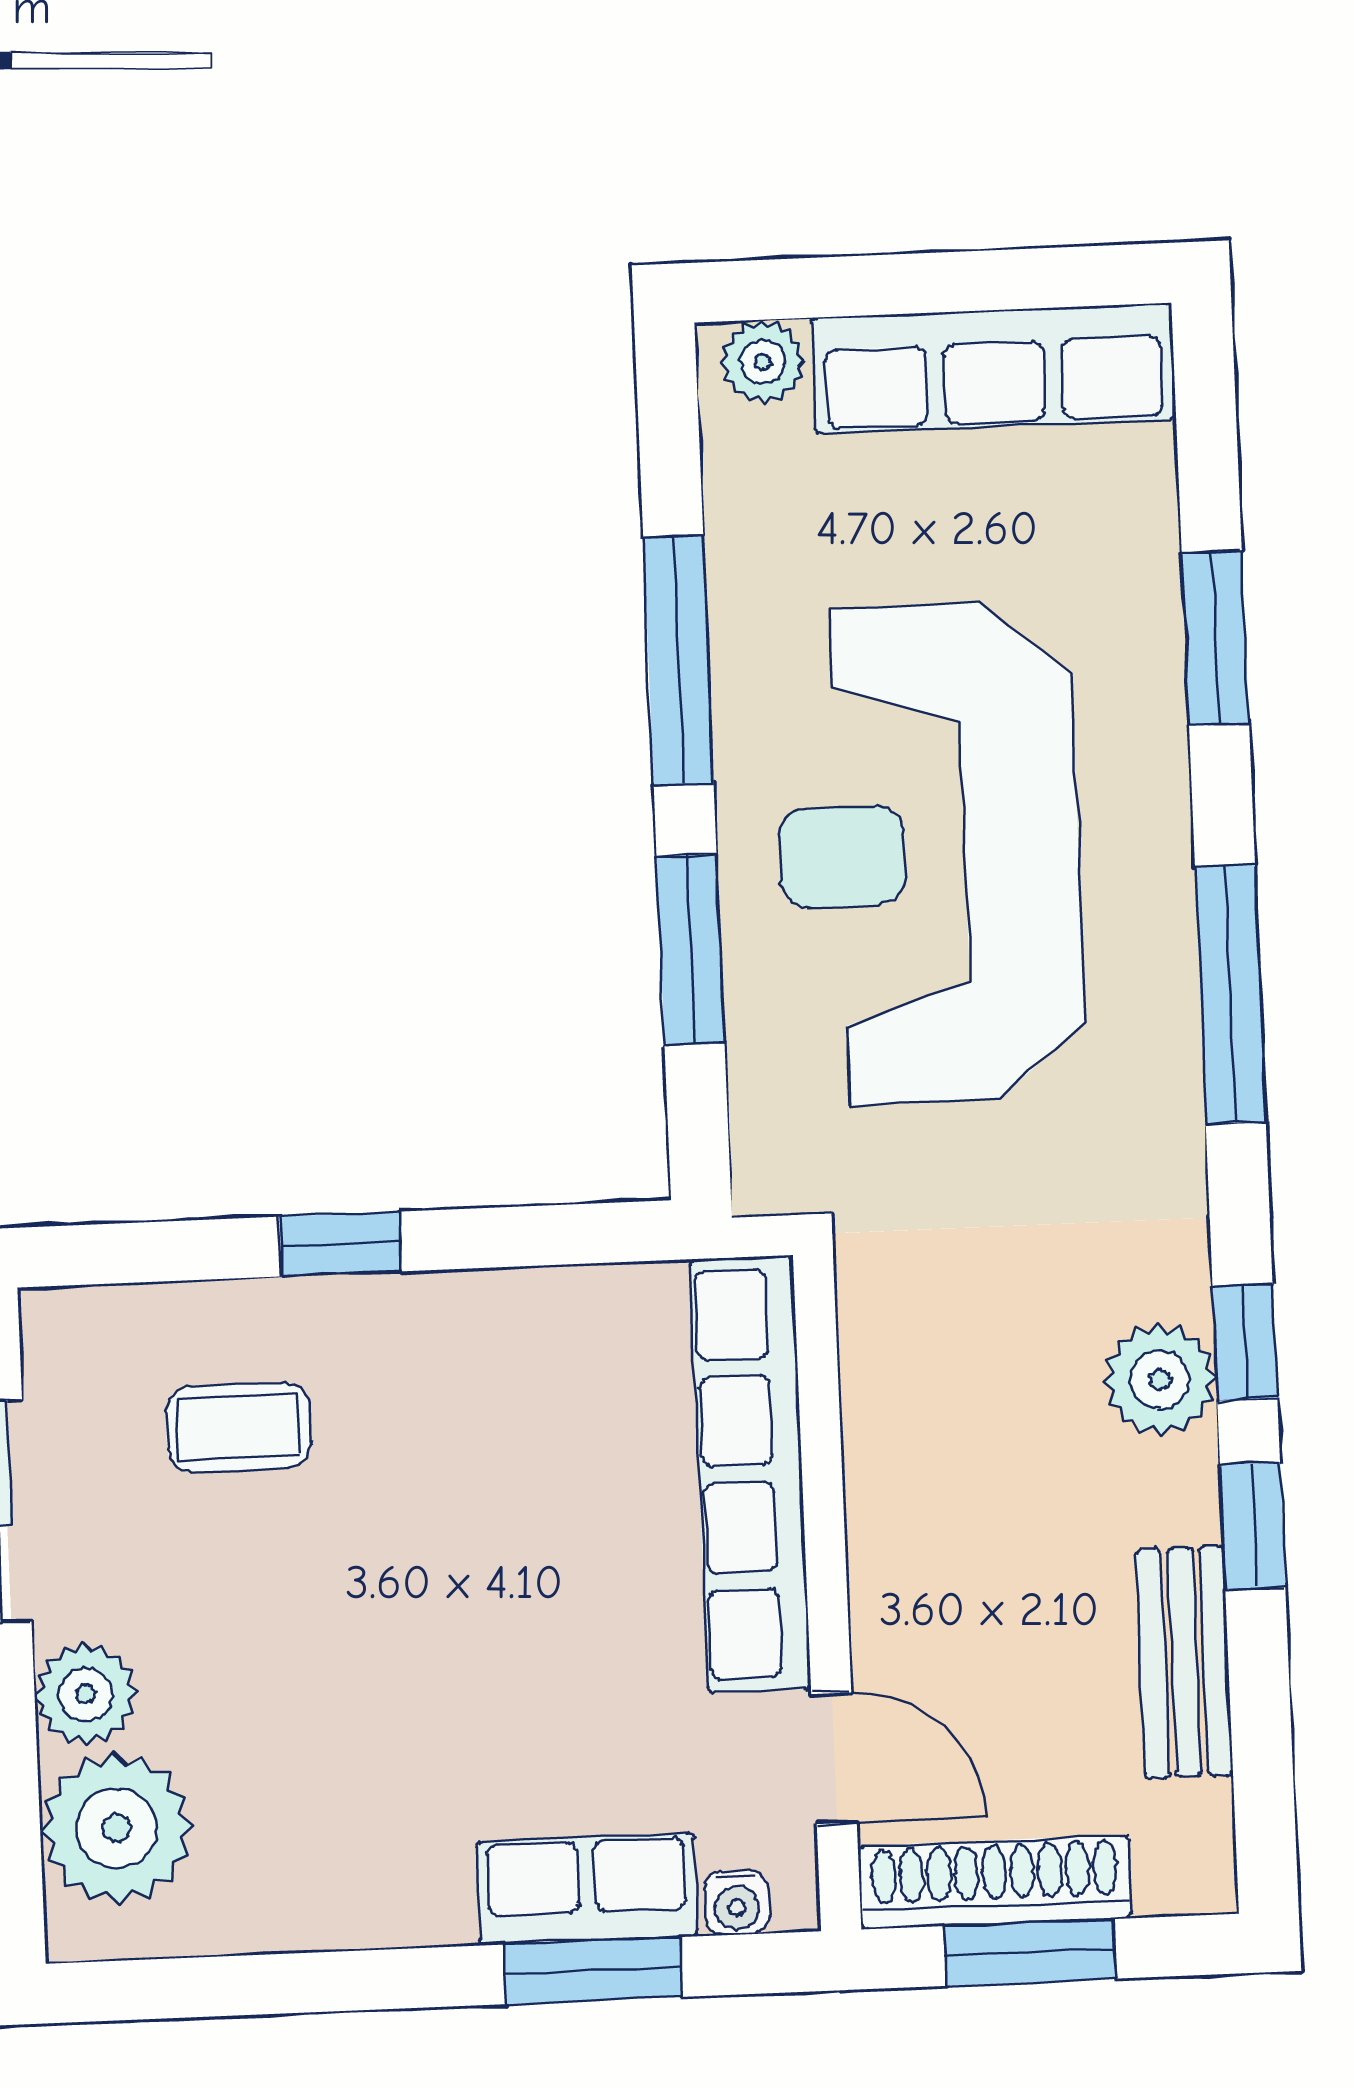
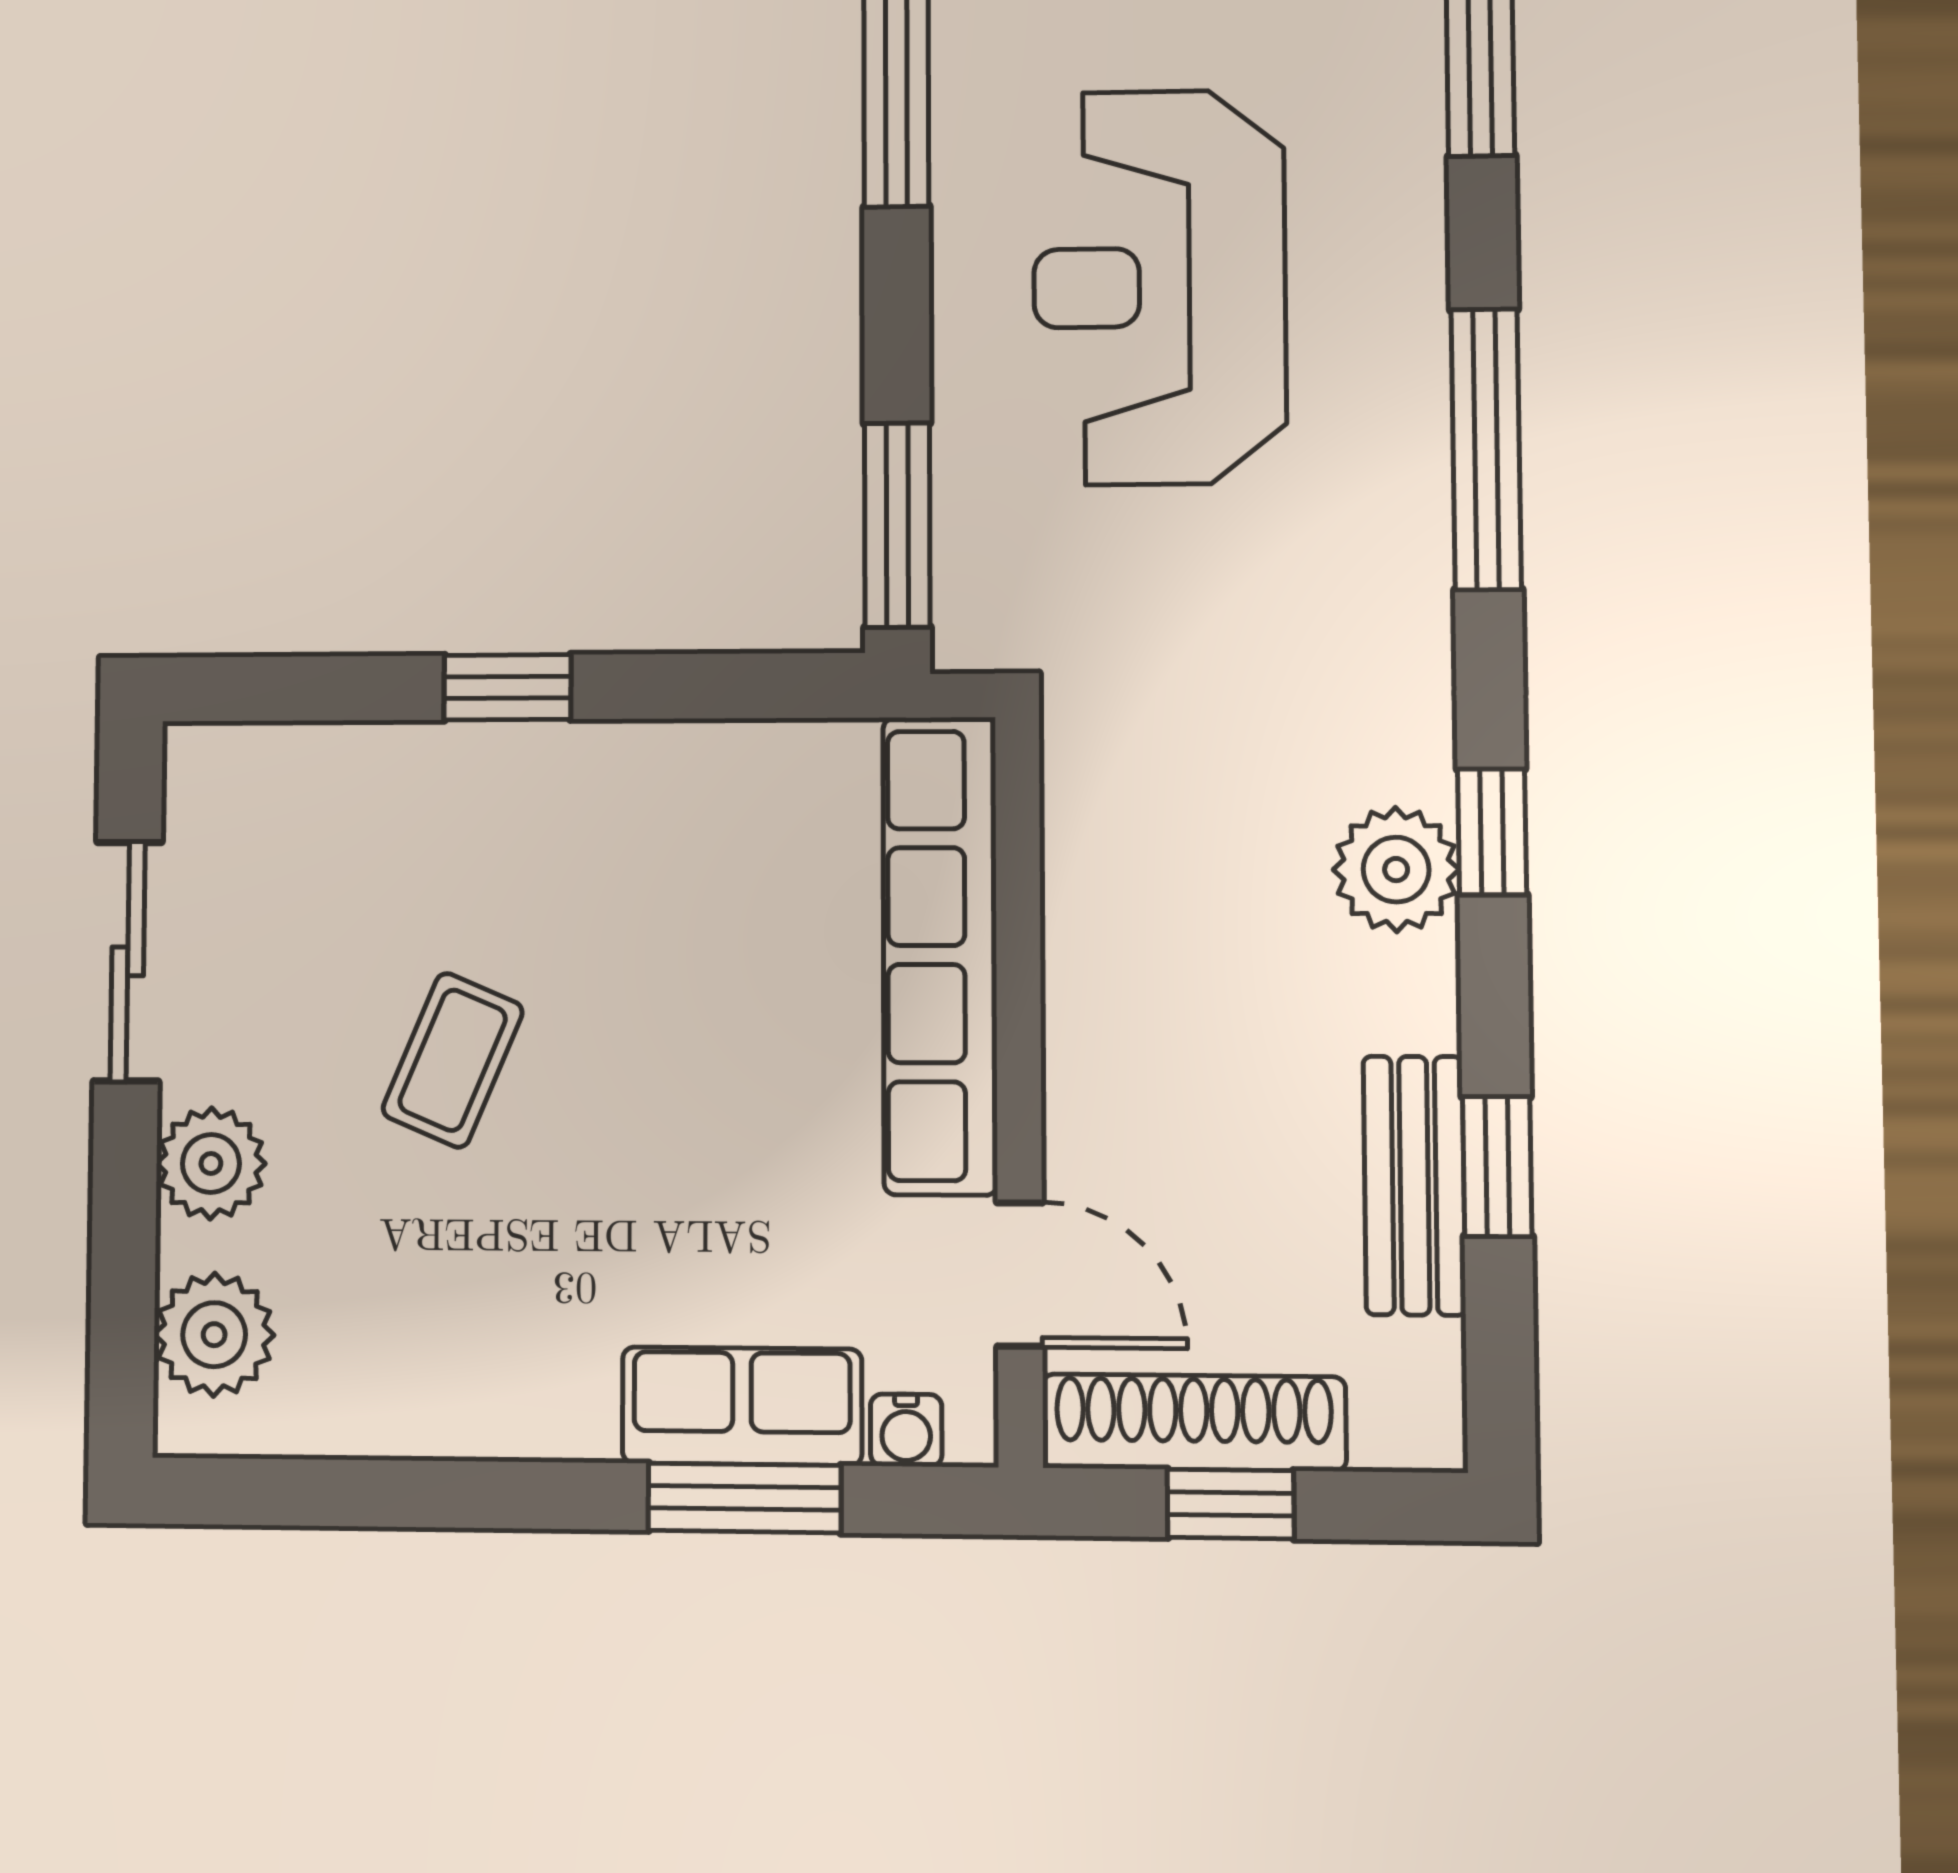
reception desk: (929, 853) -> (1159, 287), width x0.74, depth x0.77
window: (691, 950) -> (897, 525), moved
coffee table: (238, 1427) -> (453, 1060), moved, turned -67
window: (1253, 1526) -> (1497, 1166), moved
plant: (117, 1828) -> (214, 1335), width x0.73, depth x0.73
window: (1030, 1952) -> (1231, 1504), width x0.67

